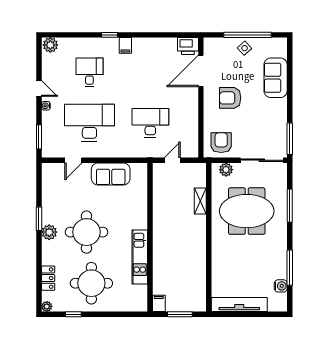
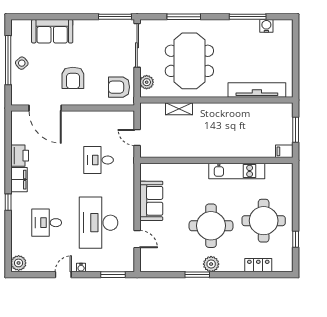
filing cabinet: (125, 45) -> (19, 180), width x2.00
printer: (188, 46) -> (20, 156), moved
desk: (150, 123) -> (99, 160), width x0.73
tv unit: (239, 305) -> (257, 90), moved, turned 90
plant: (47, 306) -> (288, 267), removed

